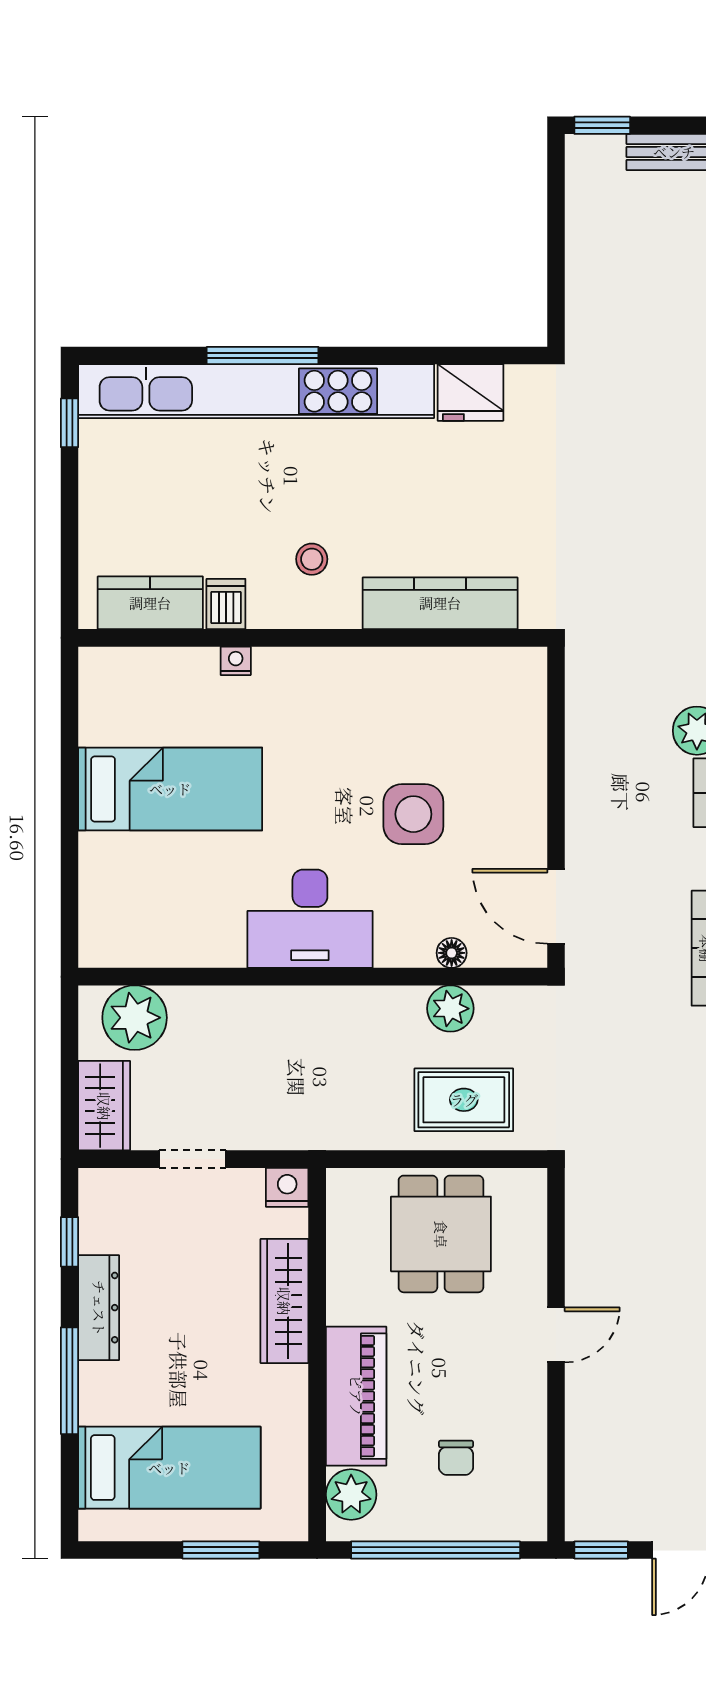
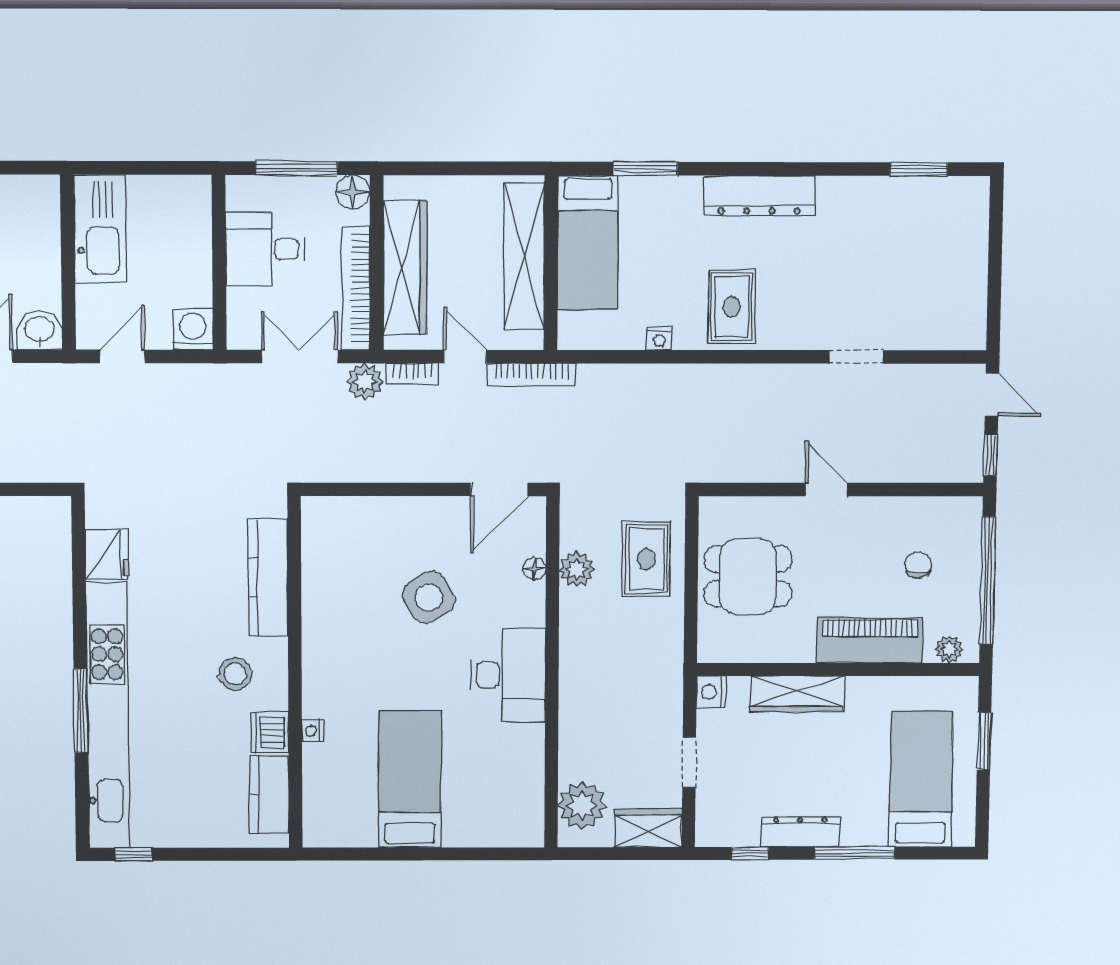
stool: (312, 559) -> (235, 674), width x1.37, depth x1.37
dishwasher: (226, 604) -> (270, 733), width x1.38
side table: (413, 814) -> (429, 597), turned -33
chair: (456, 1458) -> (918, 565), turned -90
plant: (351, 1495) -> (949, 649), width x0.73, depth x0.73

